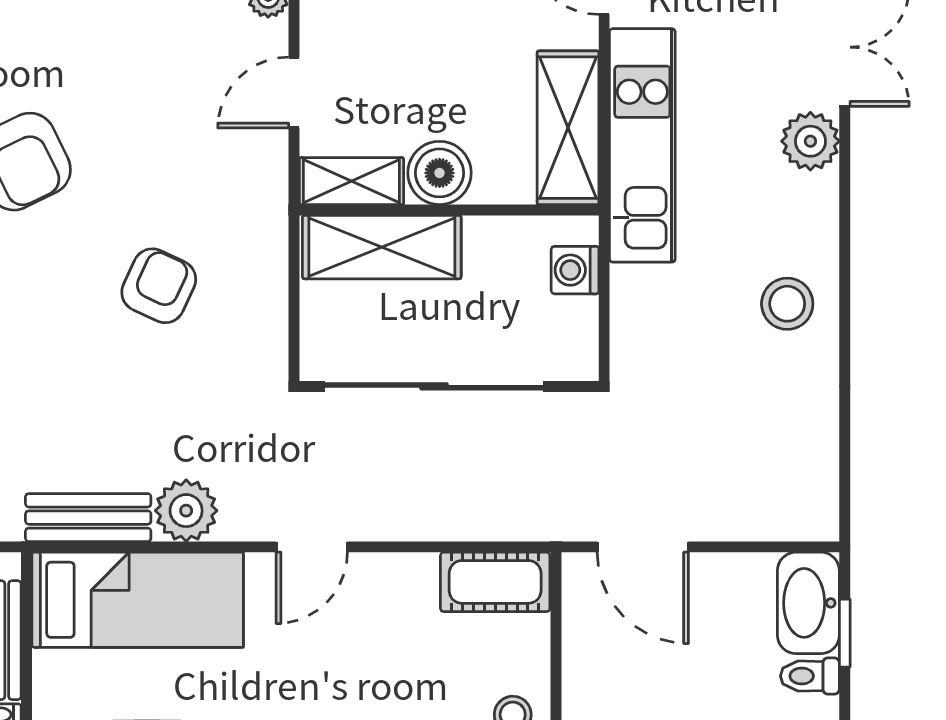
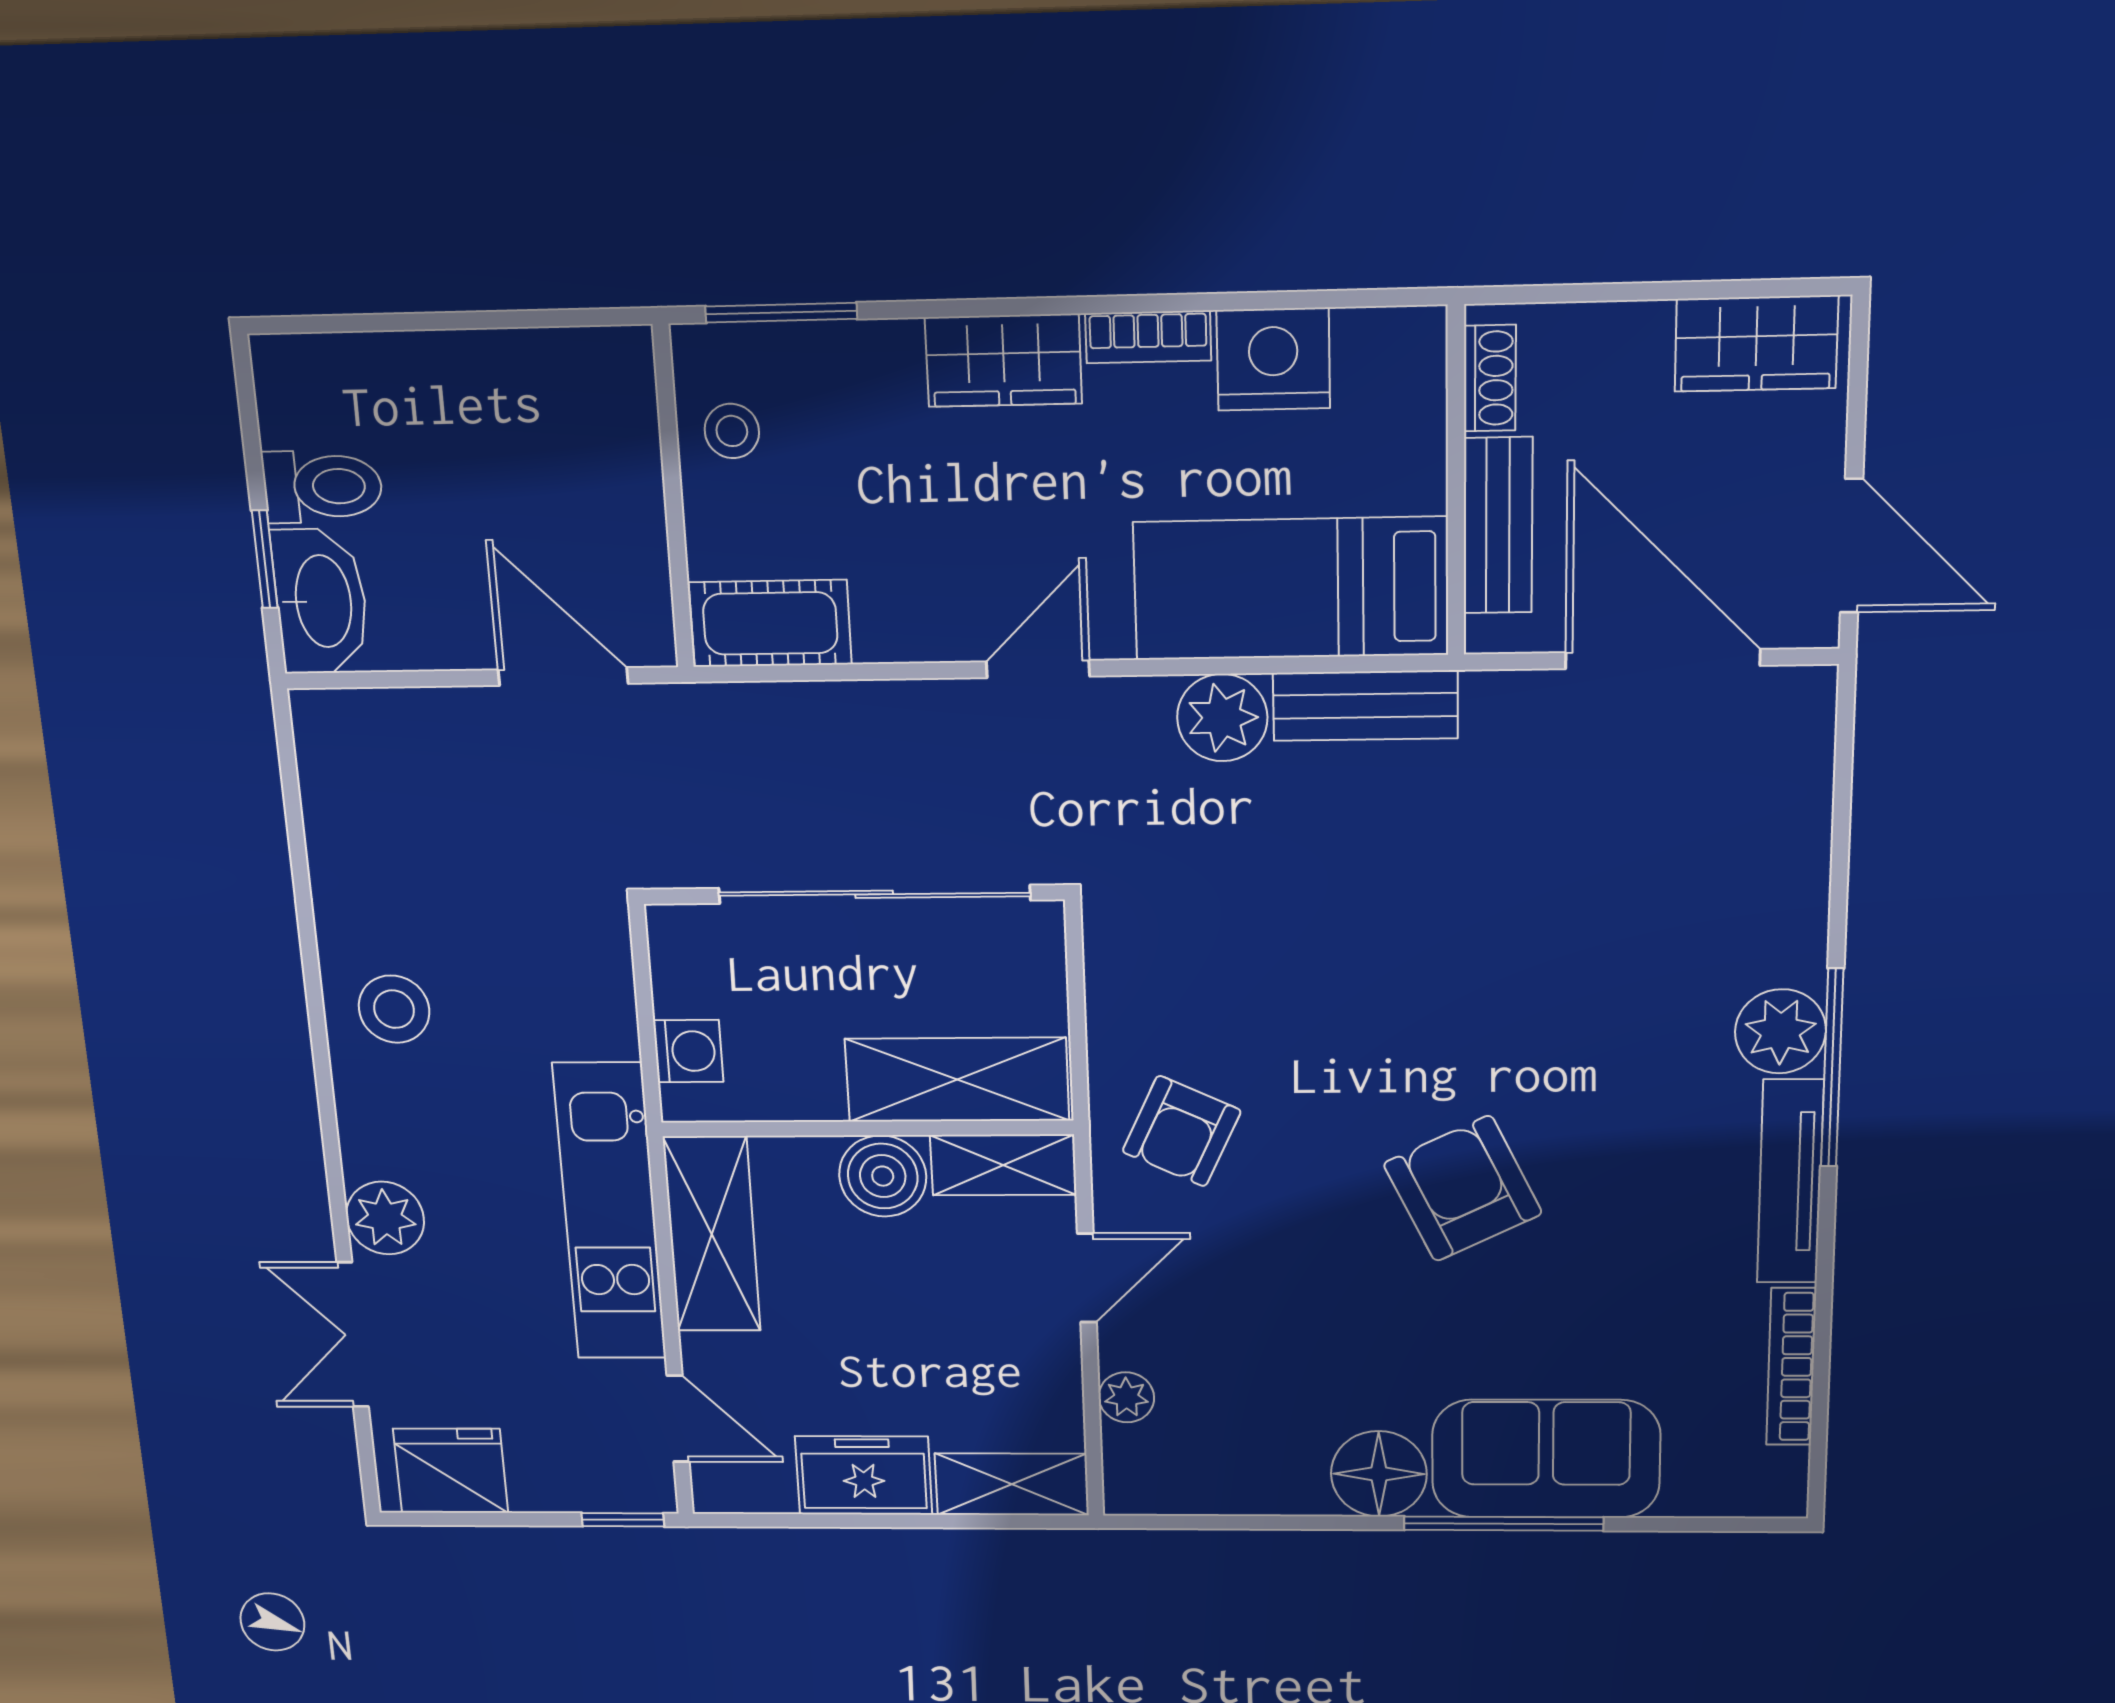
armchair: (159, 286) -> (1182, 1131), moved
toilet: (810, 676) -> (323, 486), width x1.37, depth x1.39

